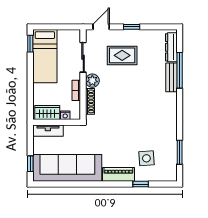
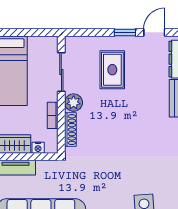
door: (101, 27) -> (154, 32), moved
rug: (122, 55) -> (112, 70), turned 90

